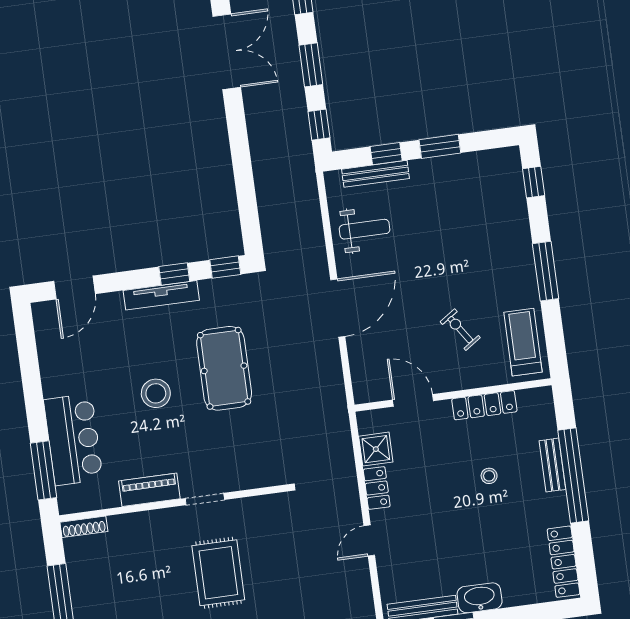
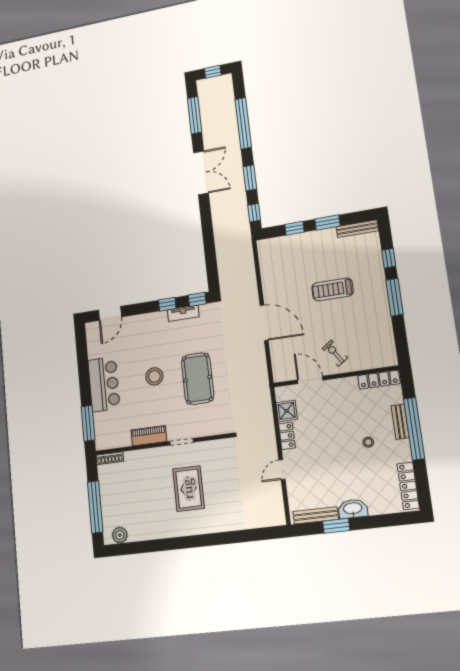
bench: (375, 174) -> (357, 229), moved
window: (534, 182) -> (389, 258), moved
weight bench: (365, 229) -> (281, 274), removed
tv unit: (161, 295) -> (183, 313), moved, width x0.71
door: (338, 308) -> (264, 323), hinge flipped
exercise bike: (460, 330) -> (335, 353), moved
treadmill: (523, 342) -> (333, 289), moved, turned -90
pool table: (224, 368) -> (198, 379), moved
locker: (484, 405) -> (379, 380), moved
bar counter: (73, 440) -> (104, 384), moved
stool: (489, 476) -> (368, 442), moved

